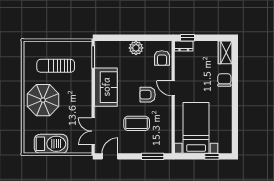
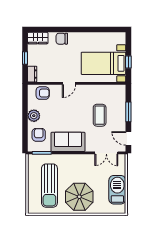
window: (188, 38) -> (25, 58), moved
sun lounger: (56, 66) -> (49, 186), width x1.36, depth x1.34
armchair: (148, 95) -> (39, 135), moved, turned 180
window: (153, 156) -> (128, 112), moved
window: (212, 156) -> (128, 62), moved

